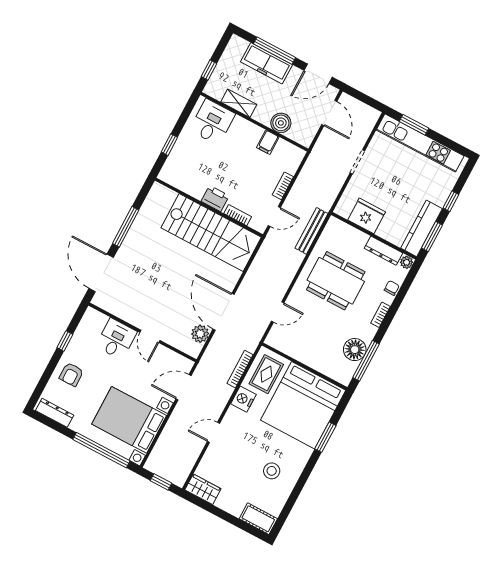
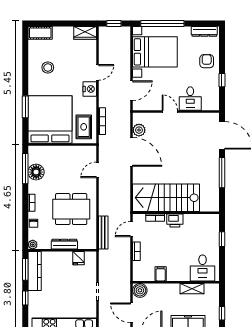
window: (209, 70) -> (222, 313), moved
boiler: (281, 123) -> (140, 290), moved
fridge: (367, 216) -> (78, 258), width x0.53, depth x0.75
dresser: (383, 251) -> (64, 244), moved
nightstand: (243, 399) -> (90, 89), moved

